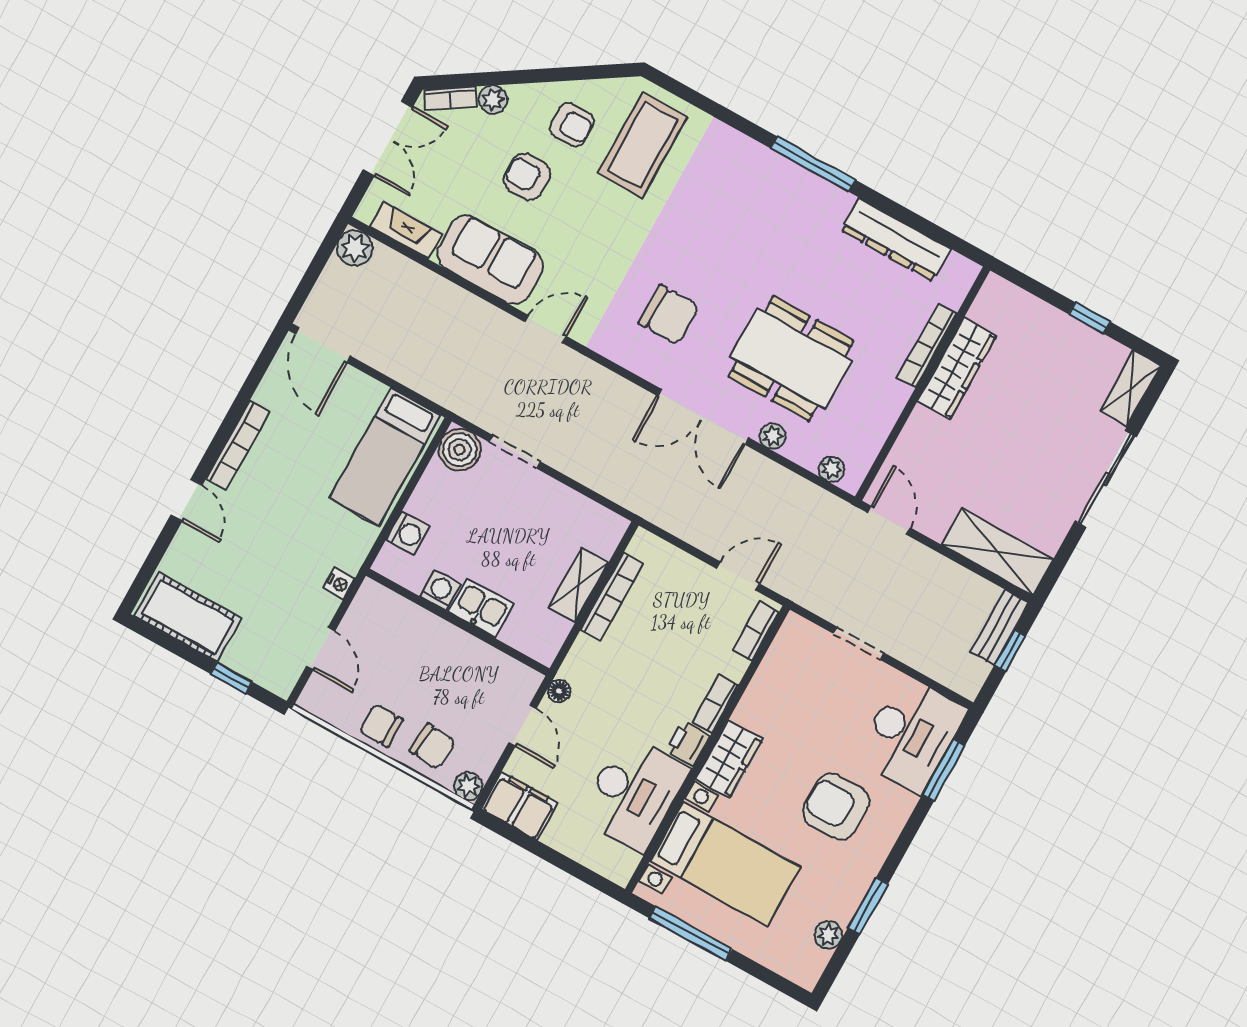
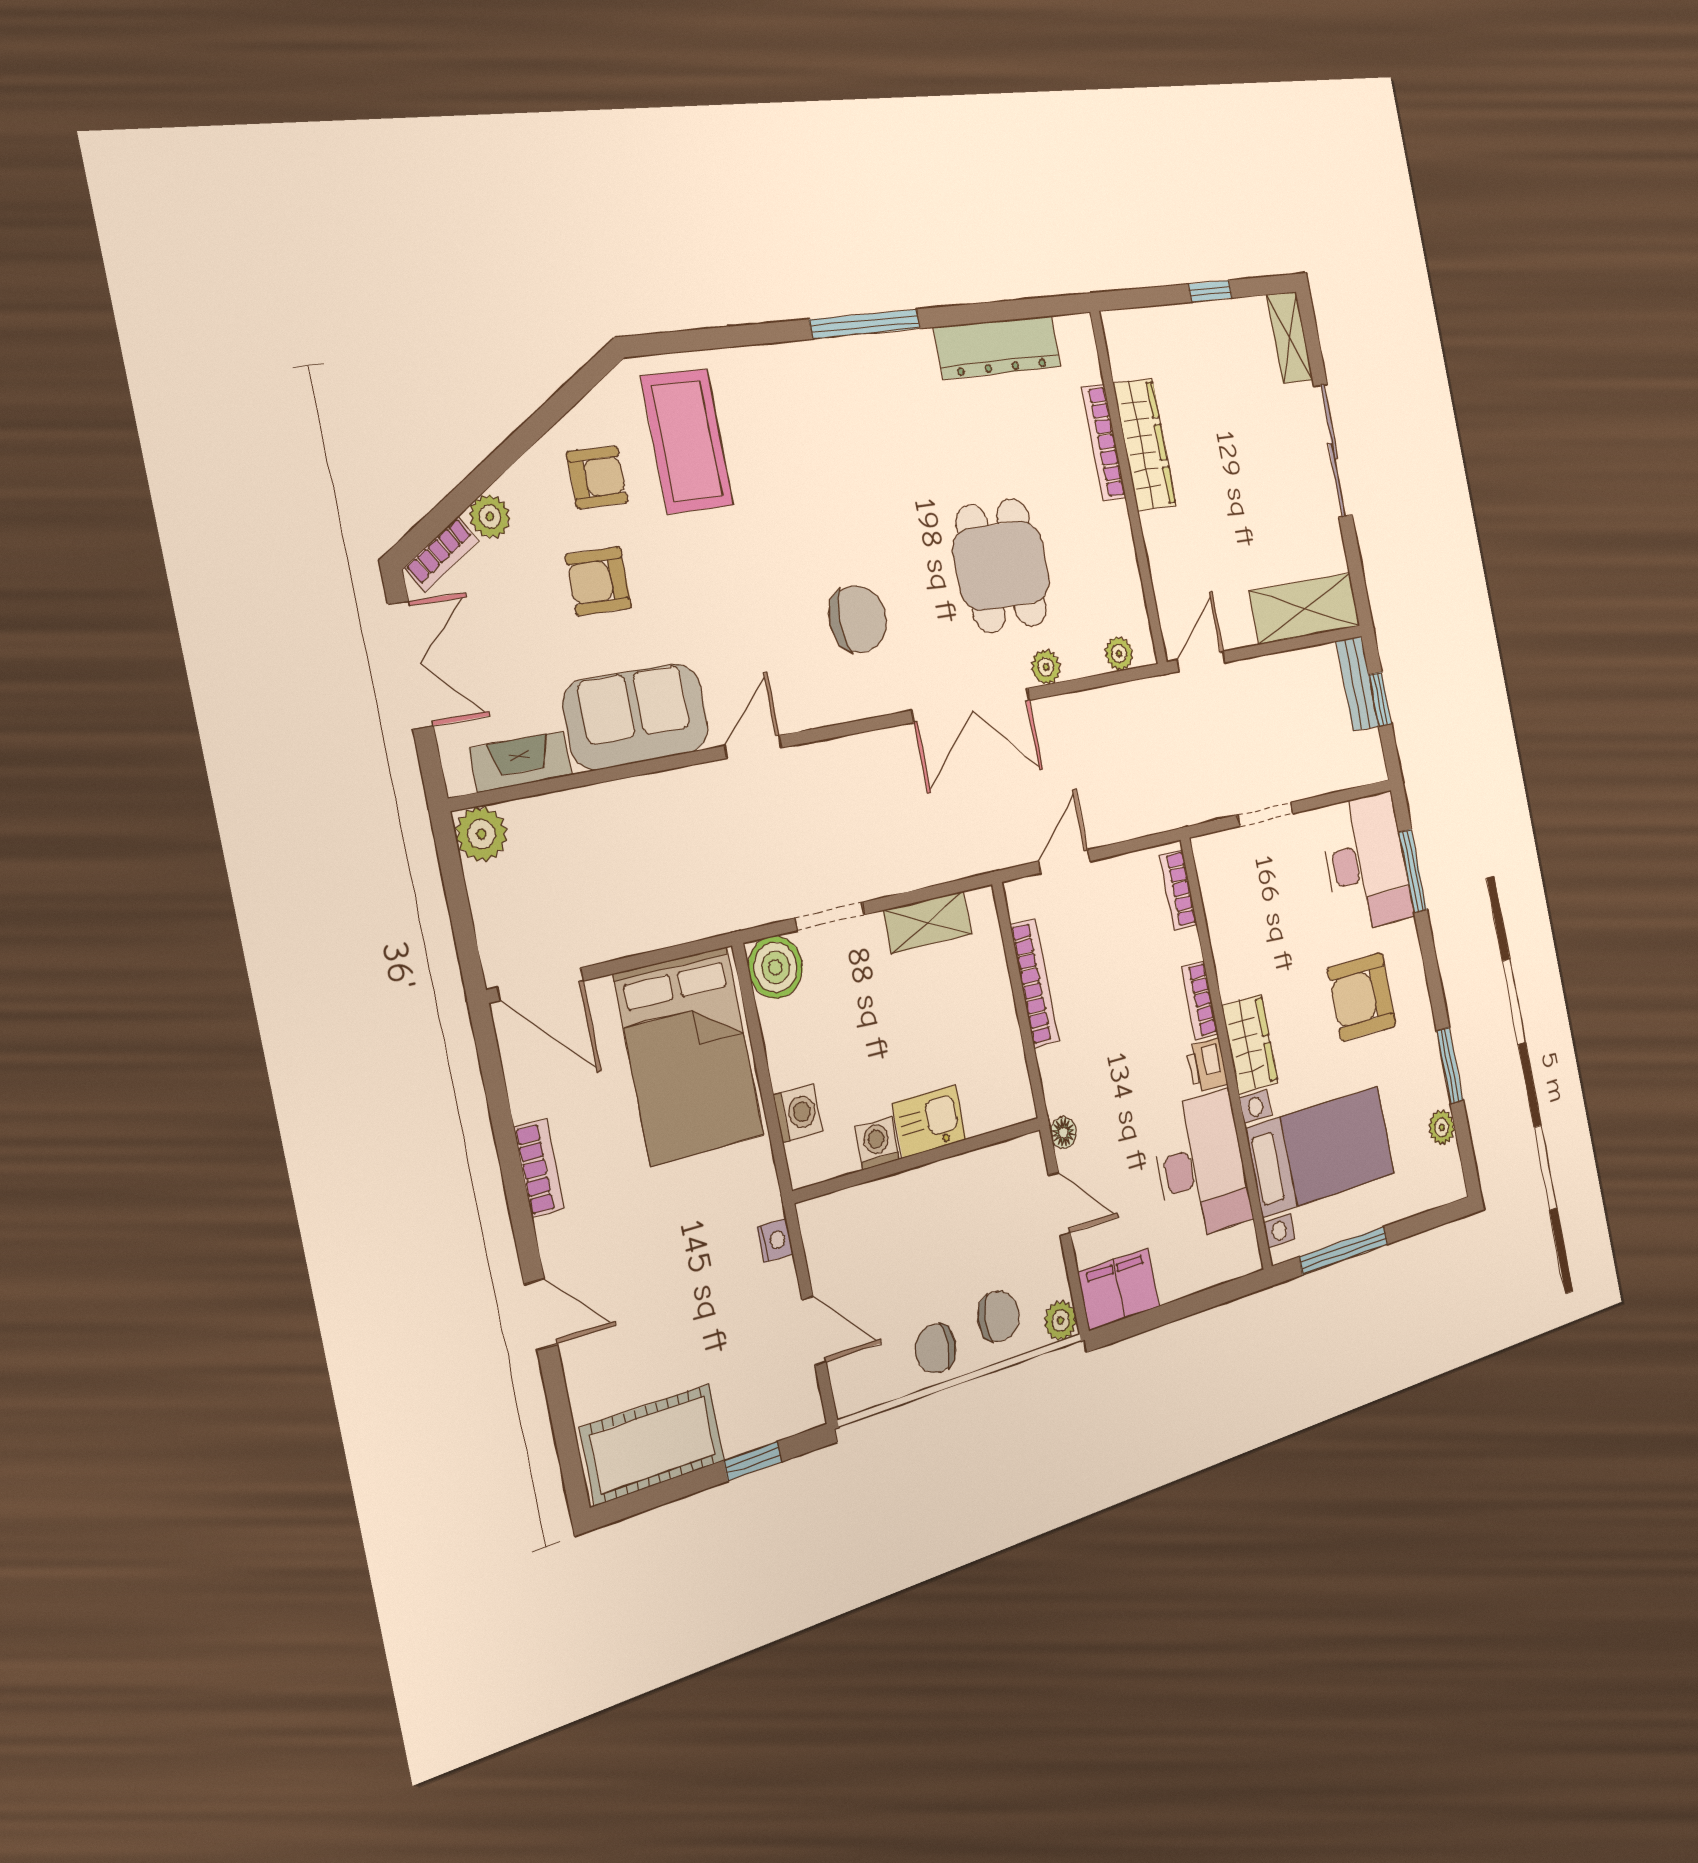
dining table: (791, 359) -> (1001, 566), width x0.73
bookcase: (238, 445) -> (539, 1168), width x0.64
bed: (385, 457) -> (689, 1055), width x1.50
door: (889, 520) -> (1201, 661), hinge flipped
door: (738, 576) -> (1064, 861), moved
shelving: (578, 585) -> (928, 922), moved, turned 90

